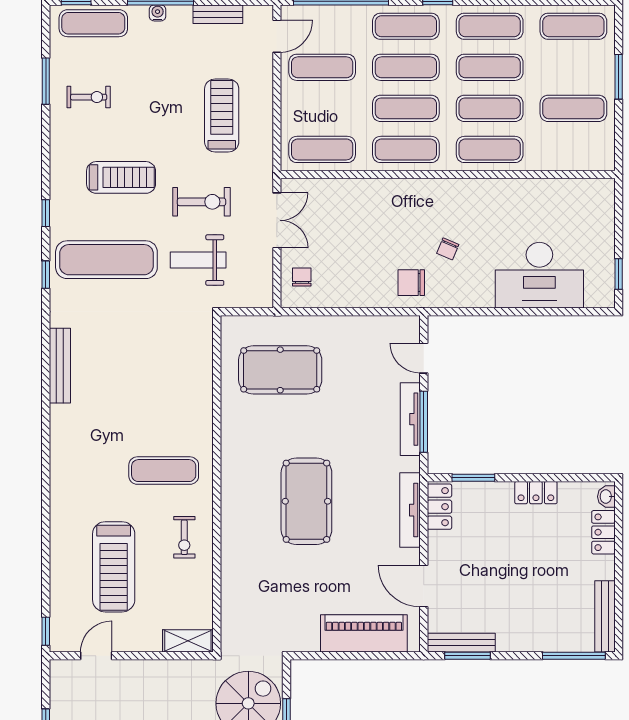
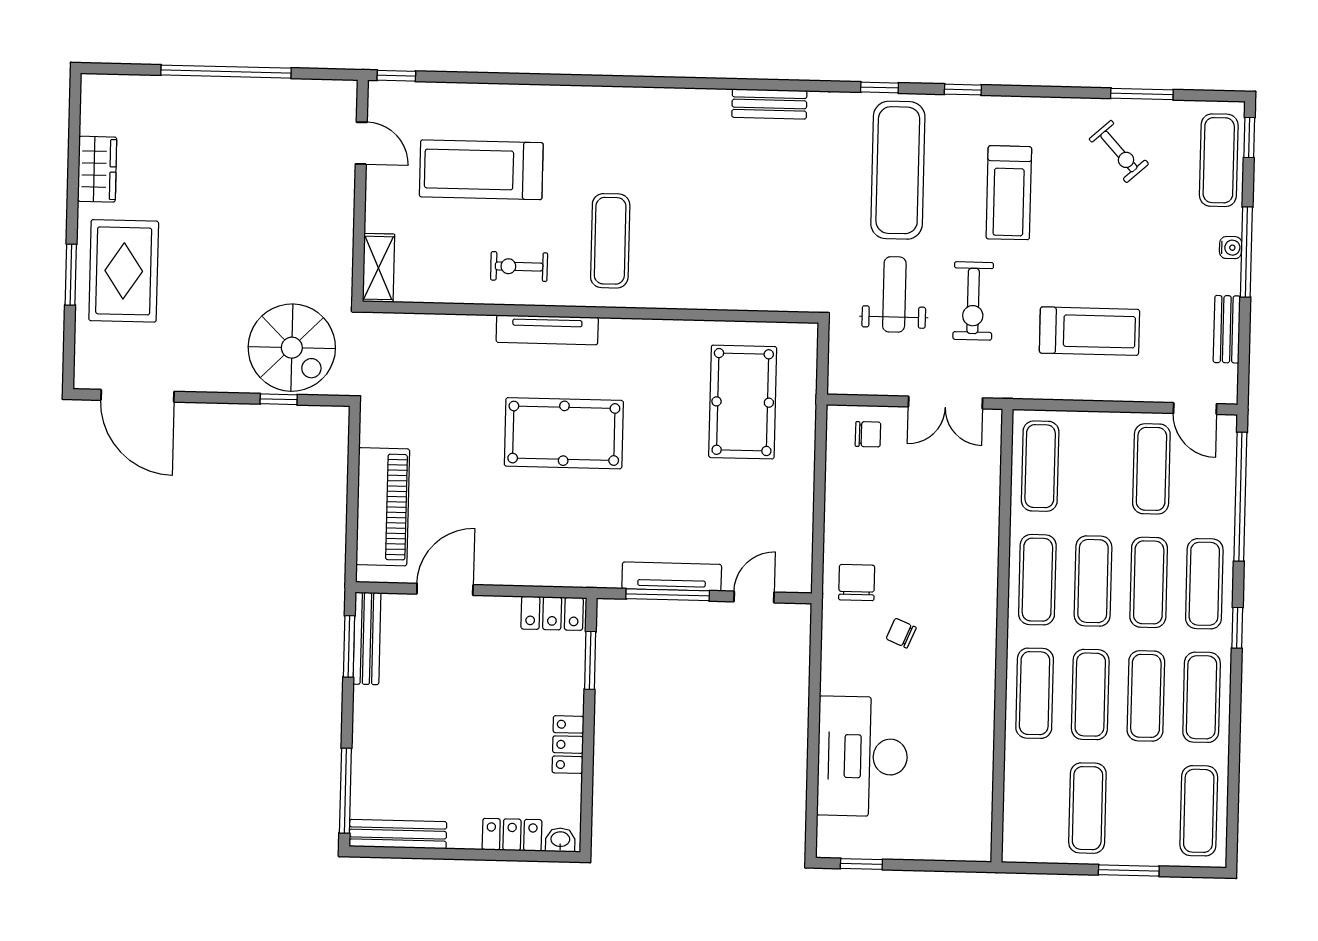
exercise bike: (89, 97) -> (1119, 152), turned -42
bench: (60, 366) -> (769, 104), width x0.73
tv unit: (410, 510) -> (547, 330), moved, turned 180

